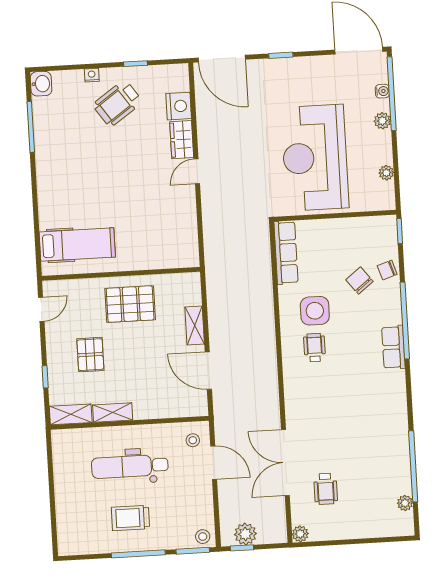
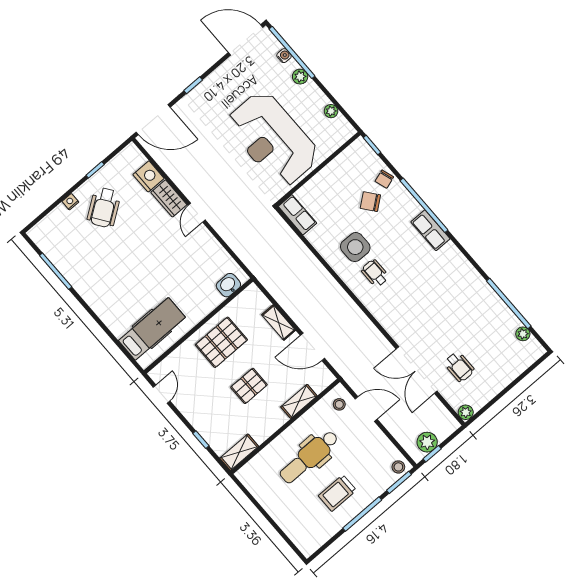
washbasin: (41, 84) -> (228, 285), moved, turned -90
row of seats: (286, 253) -> (297, 215), width x0.68
pallet: (90, 355) -> (249, 386), moved, turned 90
shelving: (113, 413) -> (299, 401), moved

